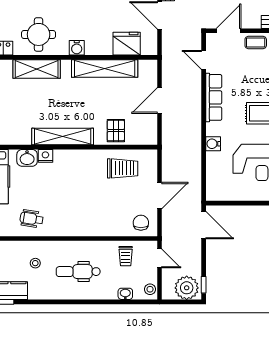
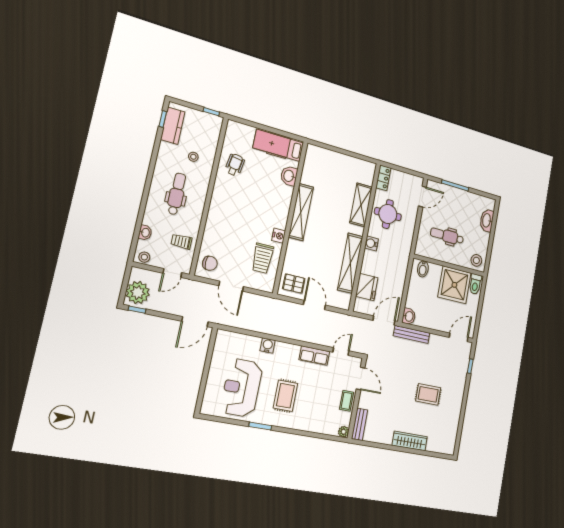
row of seats: (214, 97) -> (314, 356), width x0.68
pallet: (116, 131) -> (294, 284), moved
nightstand: (45, 156) -> (279, 236), moved

